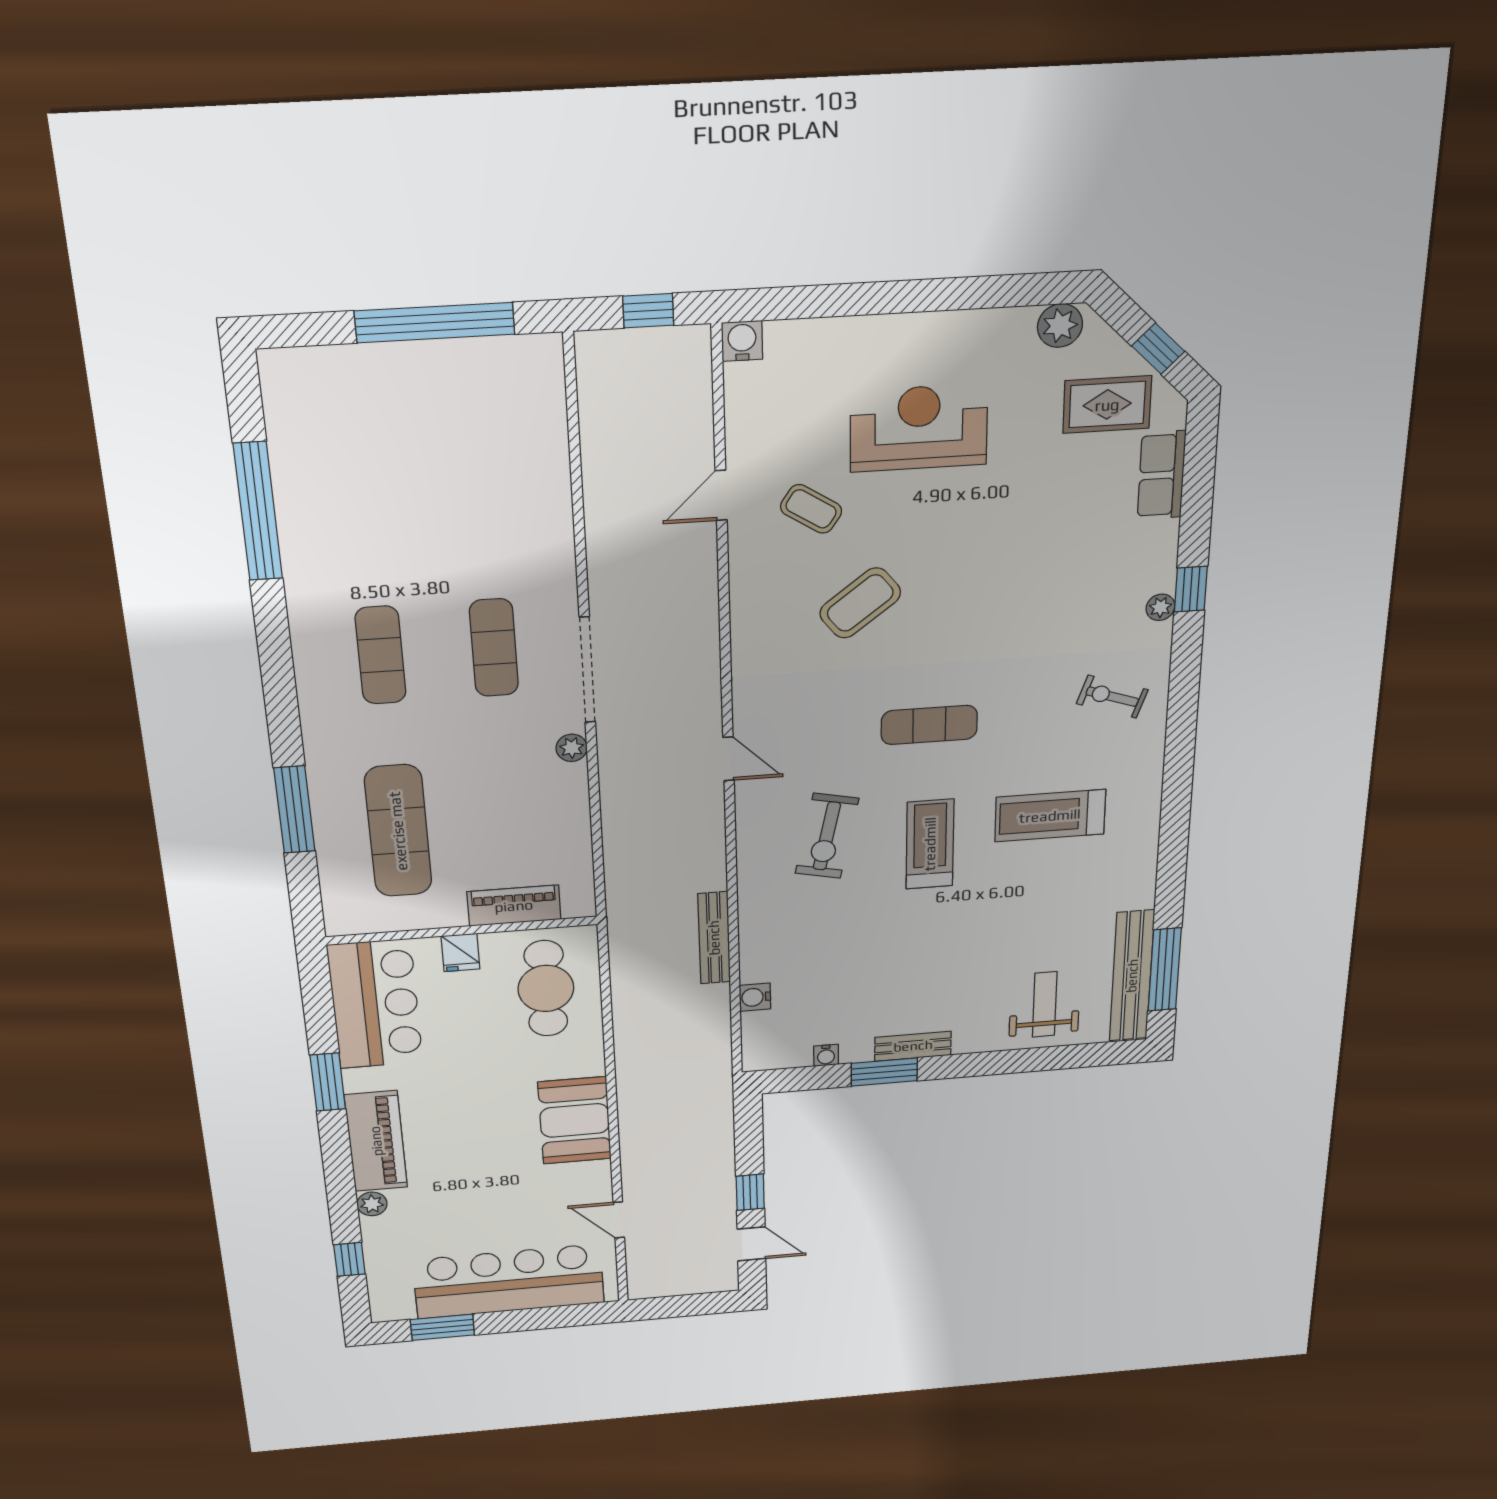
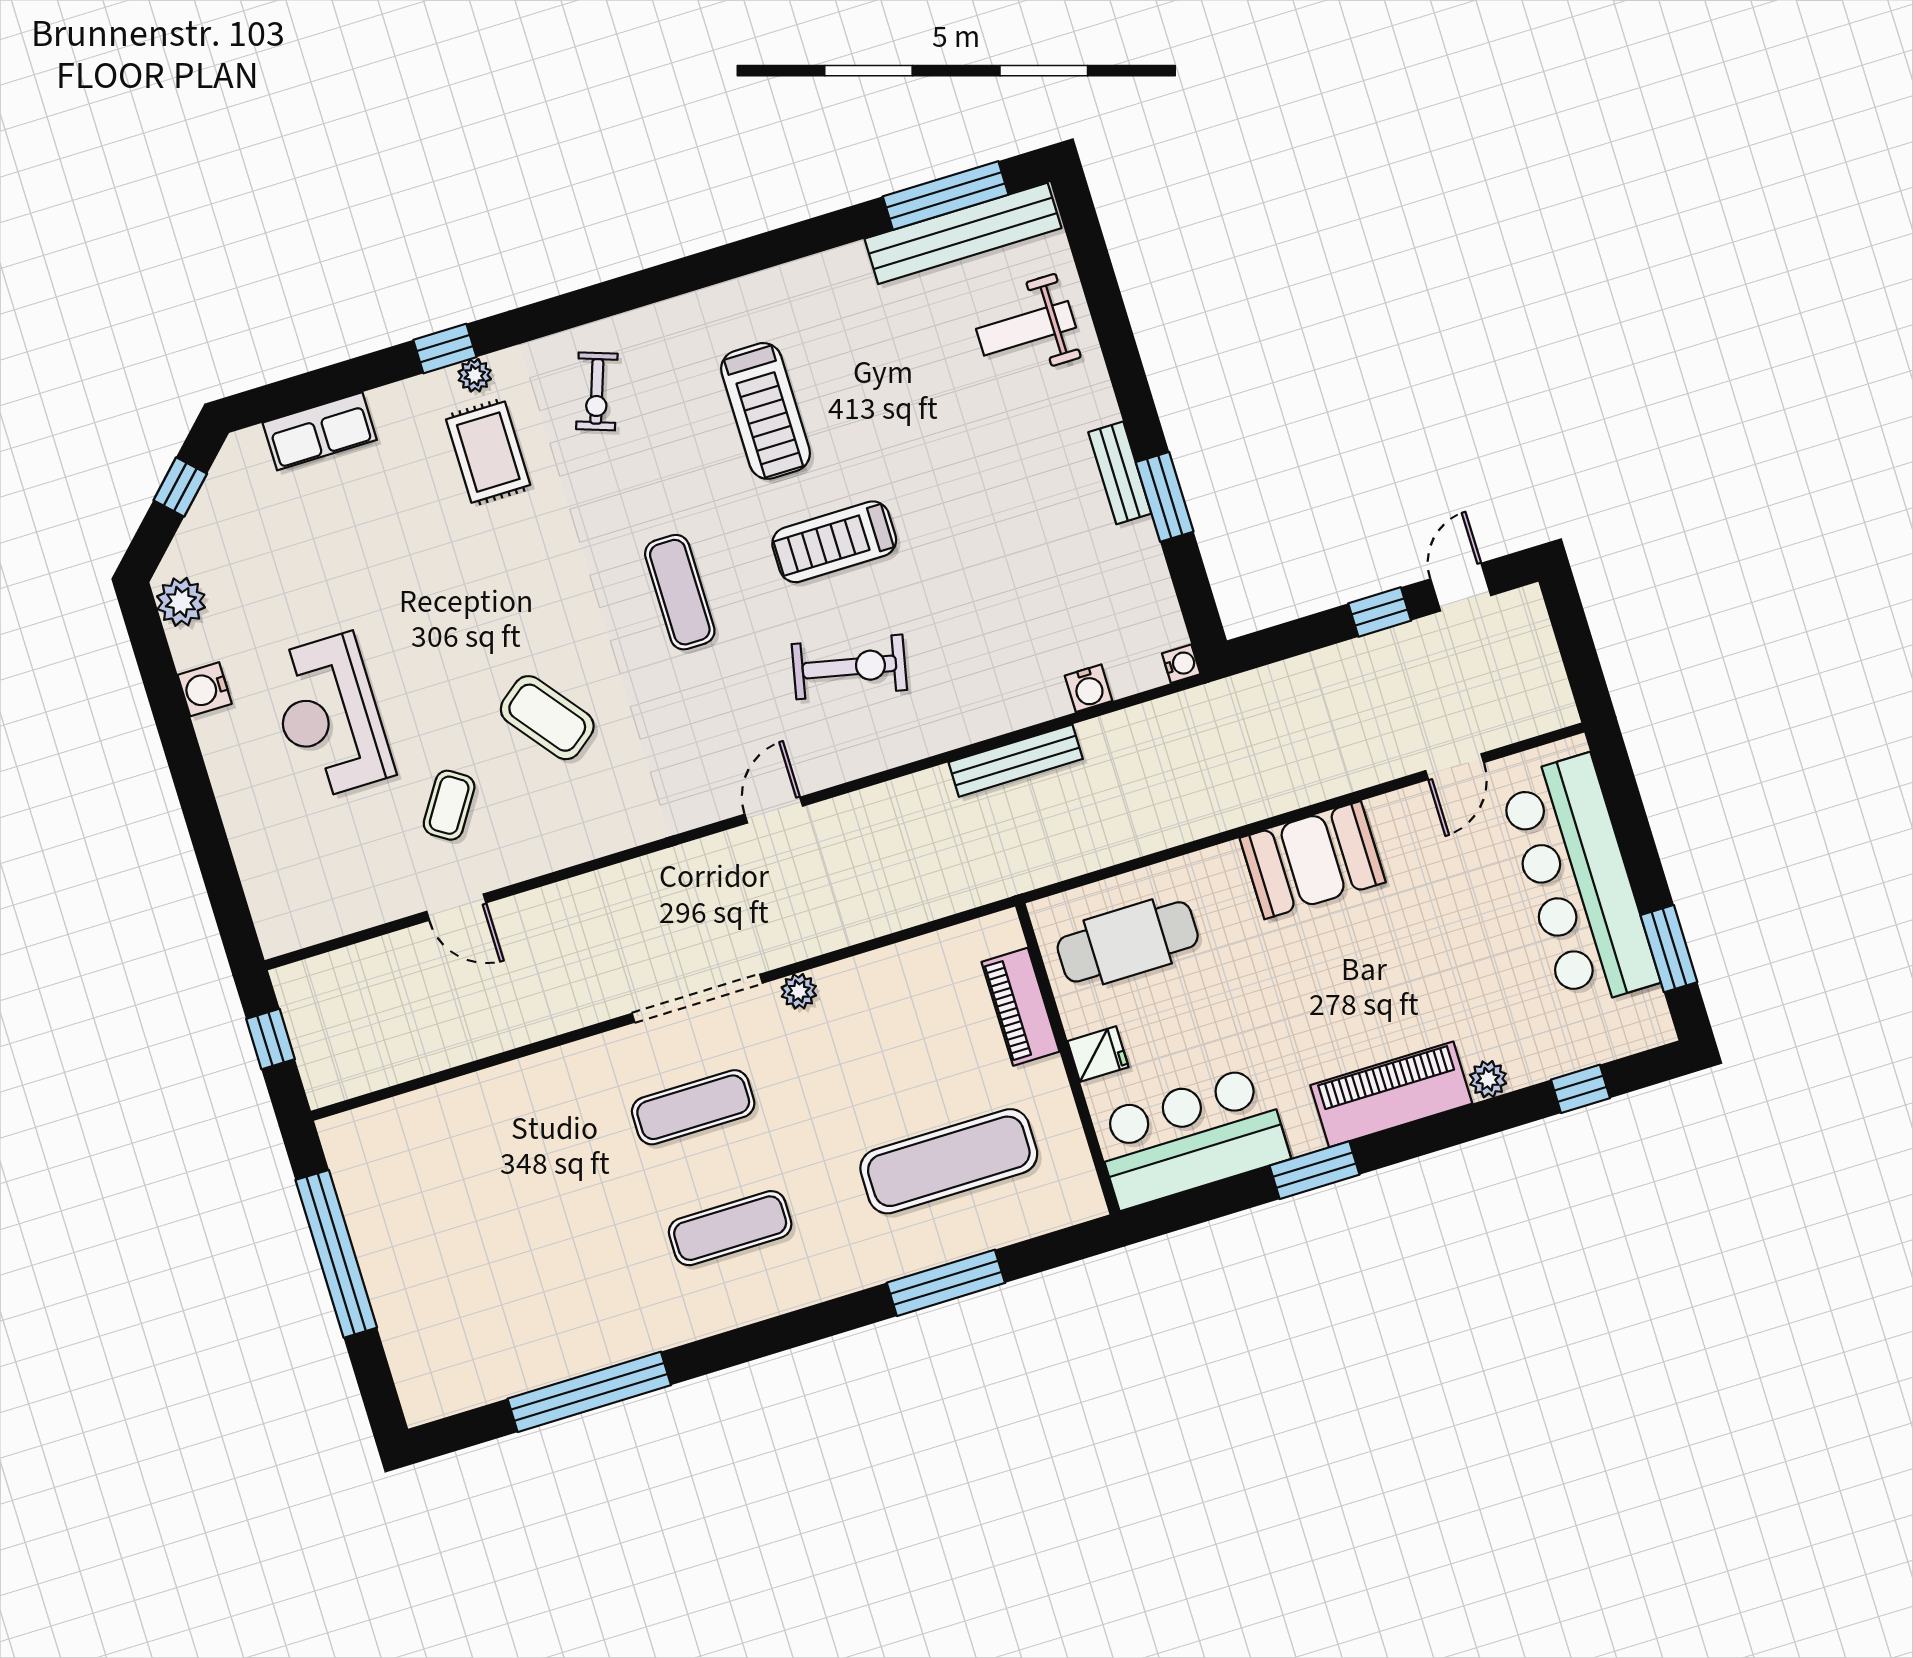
water cooler: (742, 341) -> (205, 689), moved
rug: (1107, 405) -> (488, 452), moved
water cooler: (826, 1055) -> (1181, 664), moved

